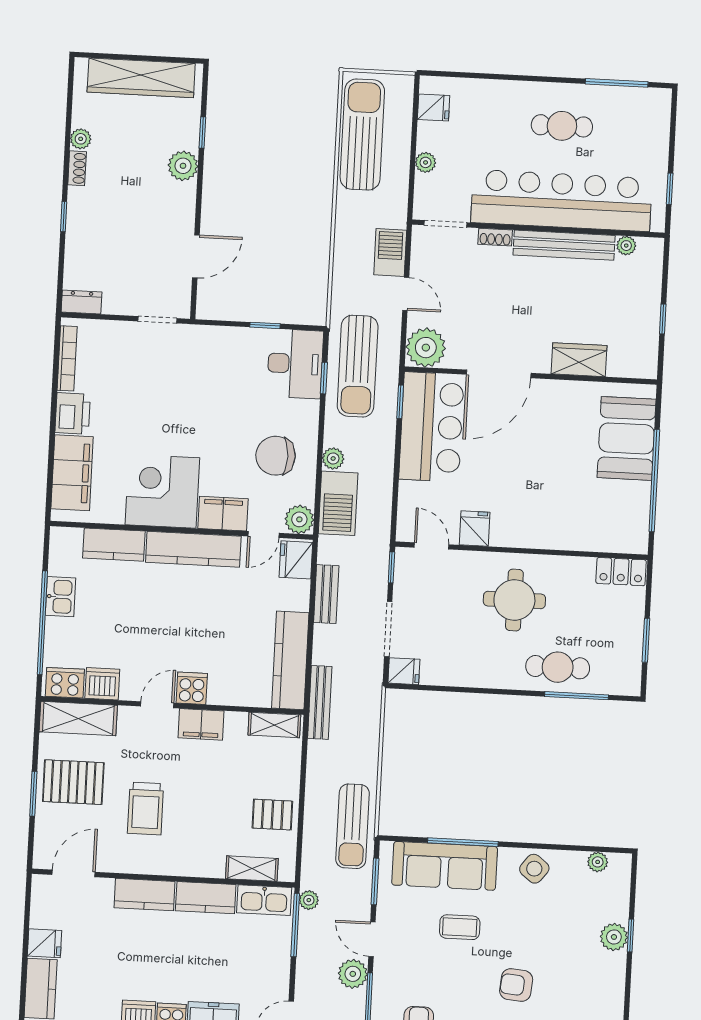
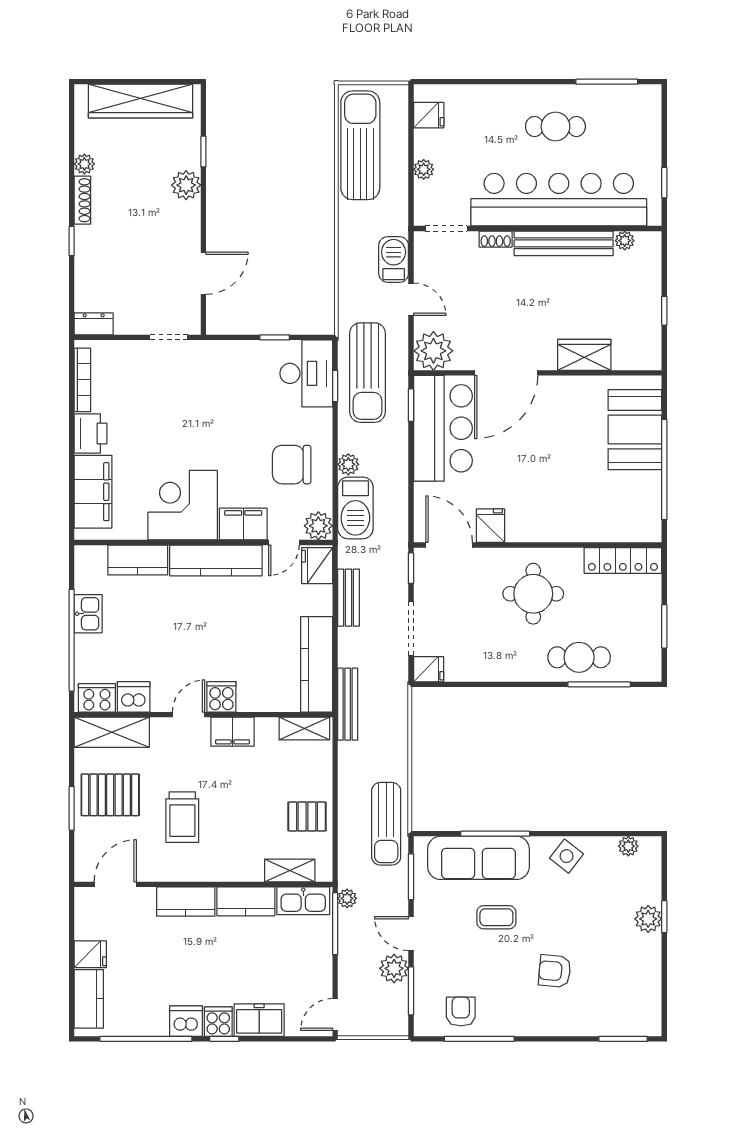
shoe rack: (77, 168) -> (82, 200), width x1.43
door: (431, 546) -> (449, 545), width x1.38
locker: (621, 572) -> (623, 560), width x1.53

